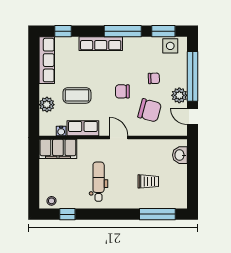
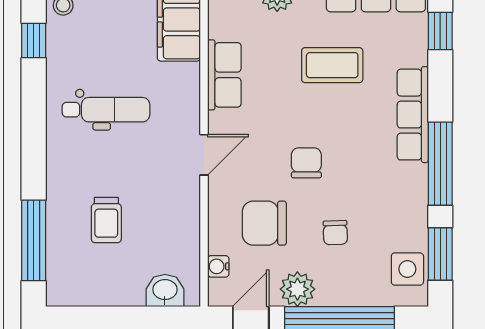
coffee table: (77, 95) -> (332, 65), moved, turned 90
chair: (150, 110) -> (264, 223), turned 75
water cooler: (61, 131) -> (218, 266), moved

